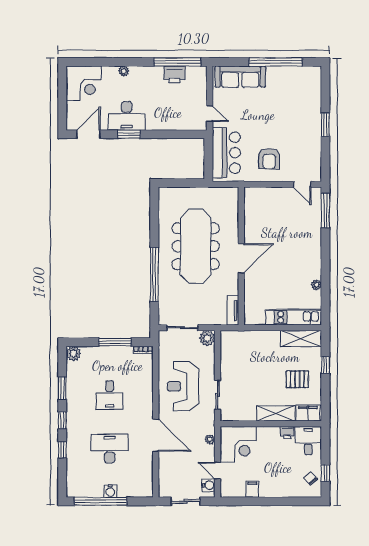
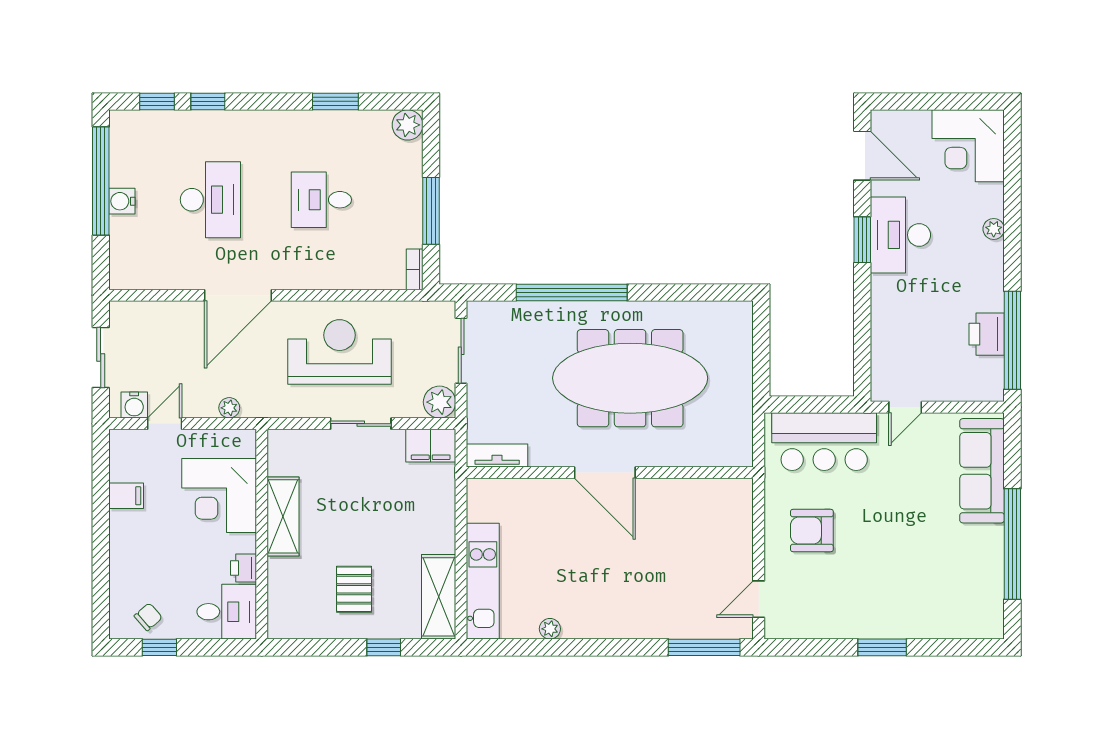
sliding door: (218, 395) -> (361, 424), moved
shelving: (276, 413) -> (283, 516), moved
filing cabinet: (308, 413) -> (431, 446), moved, turned 90
window: (62, 420) -> (157, 101), moved
corner desk: (238, 444) -> (219, 496), moved

